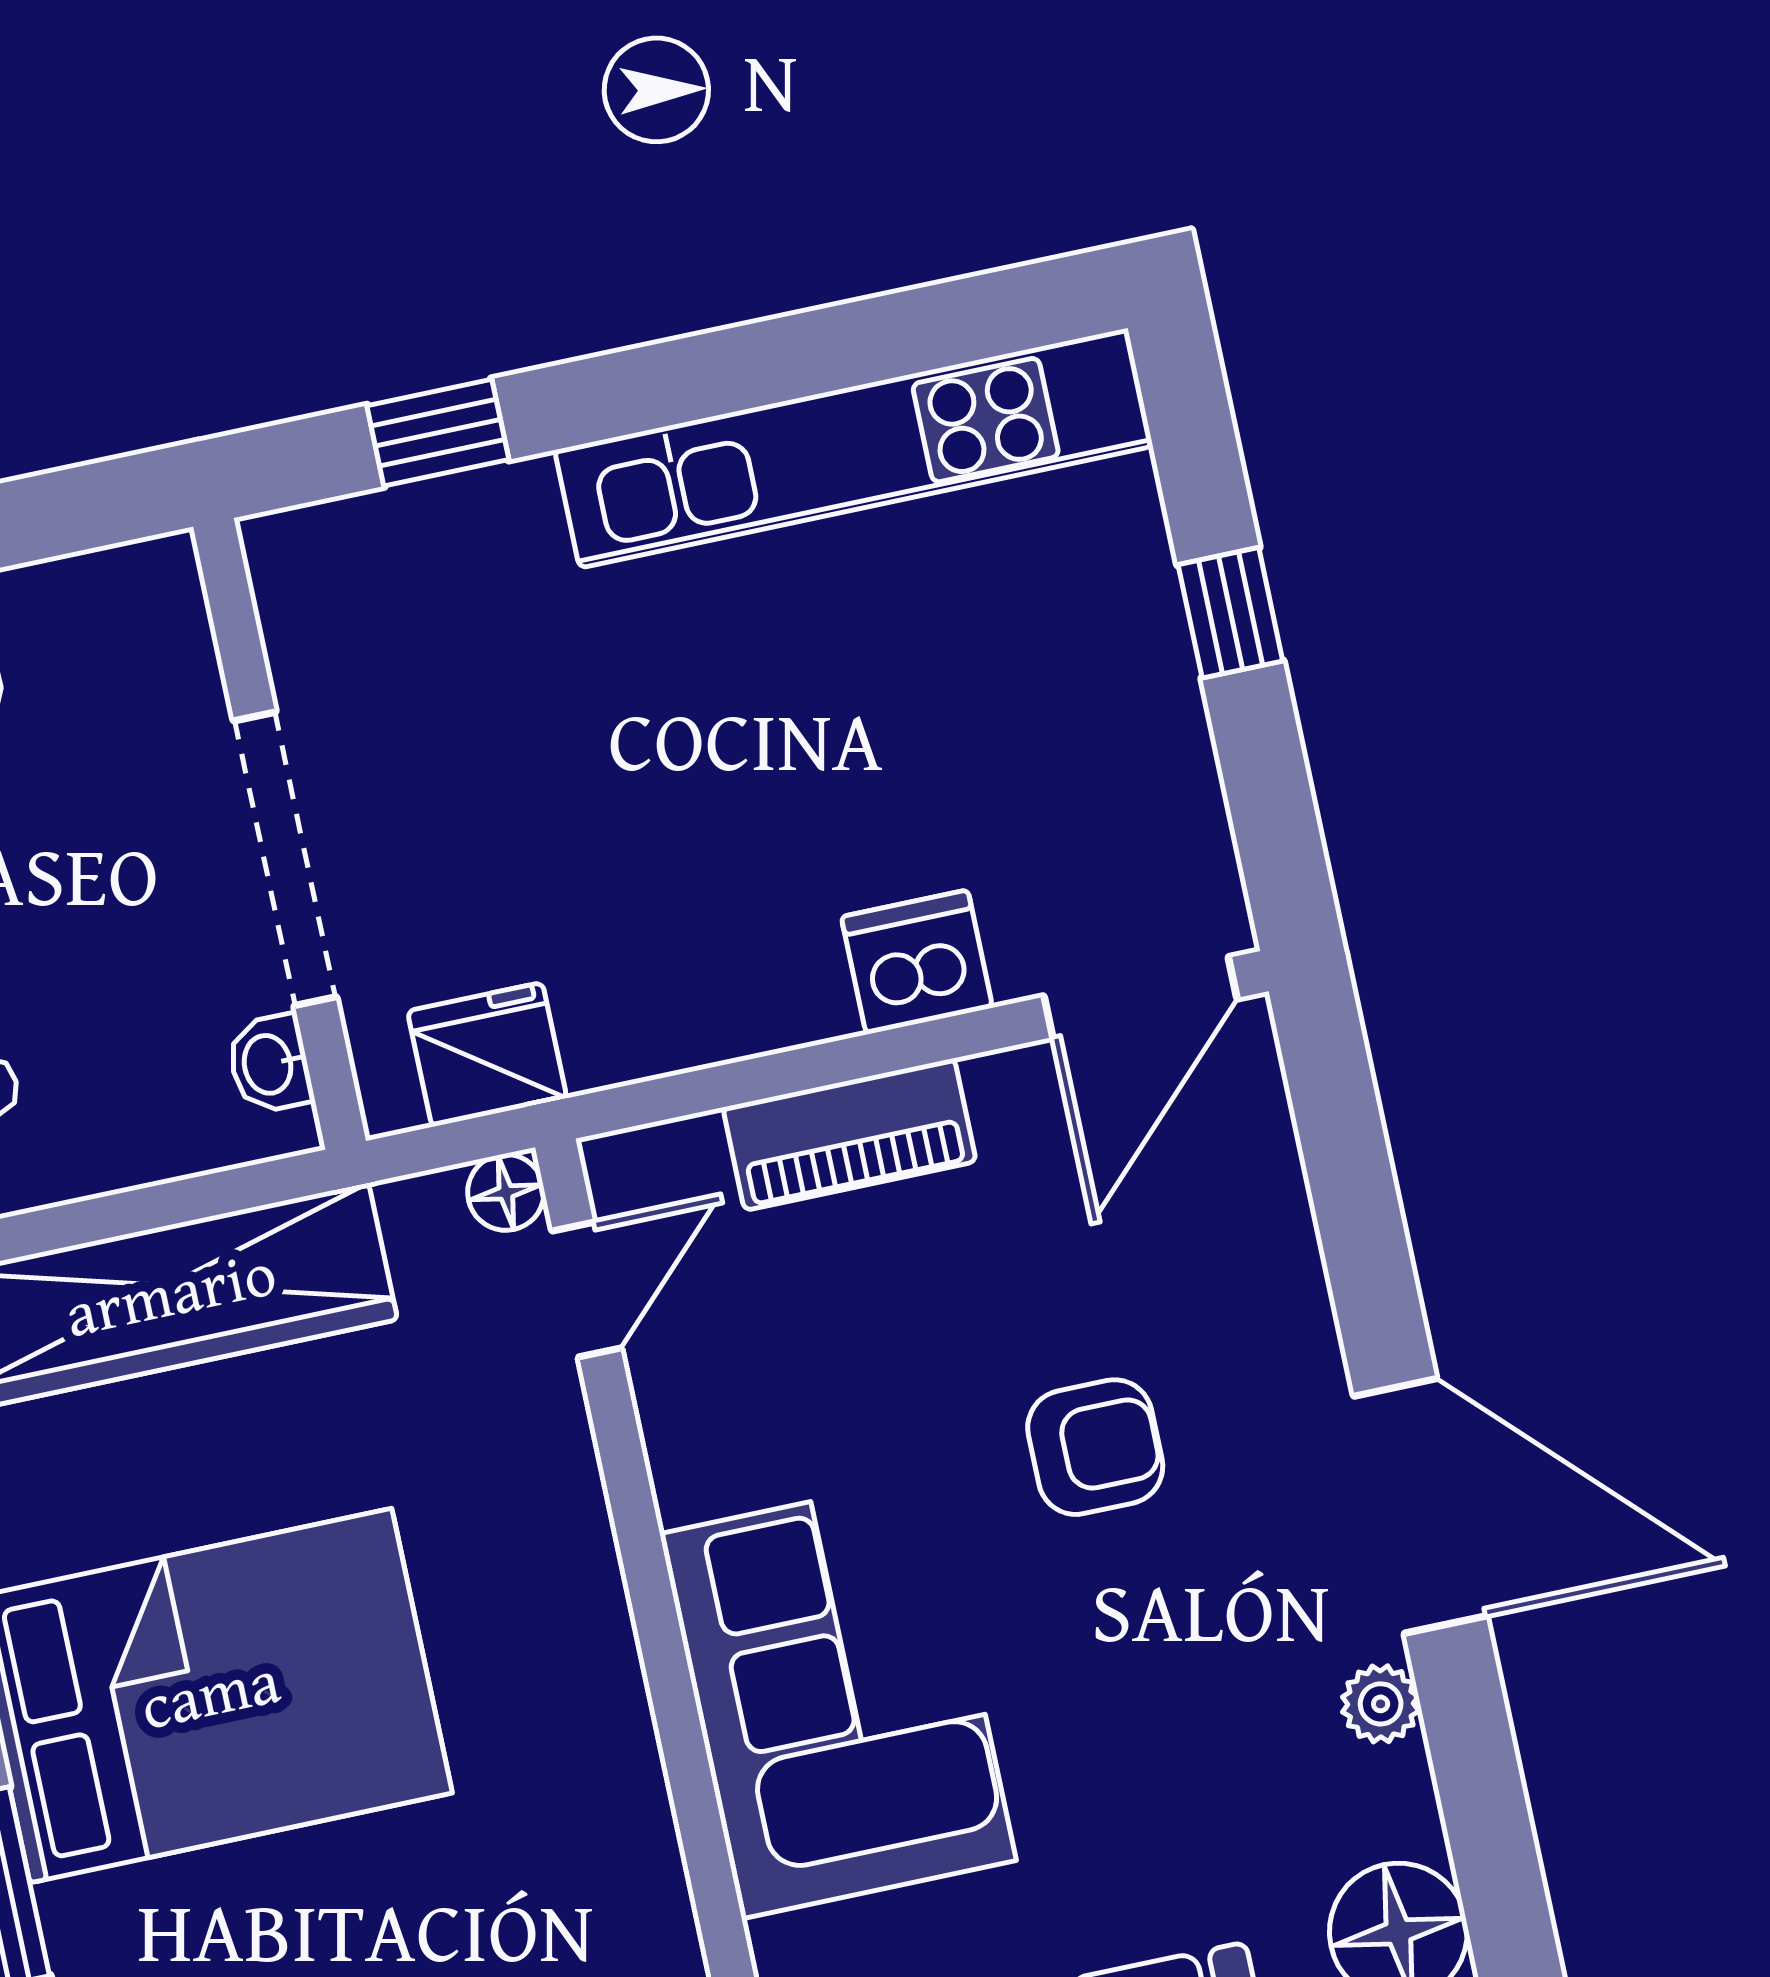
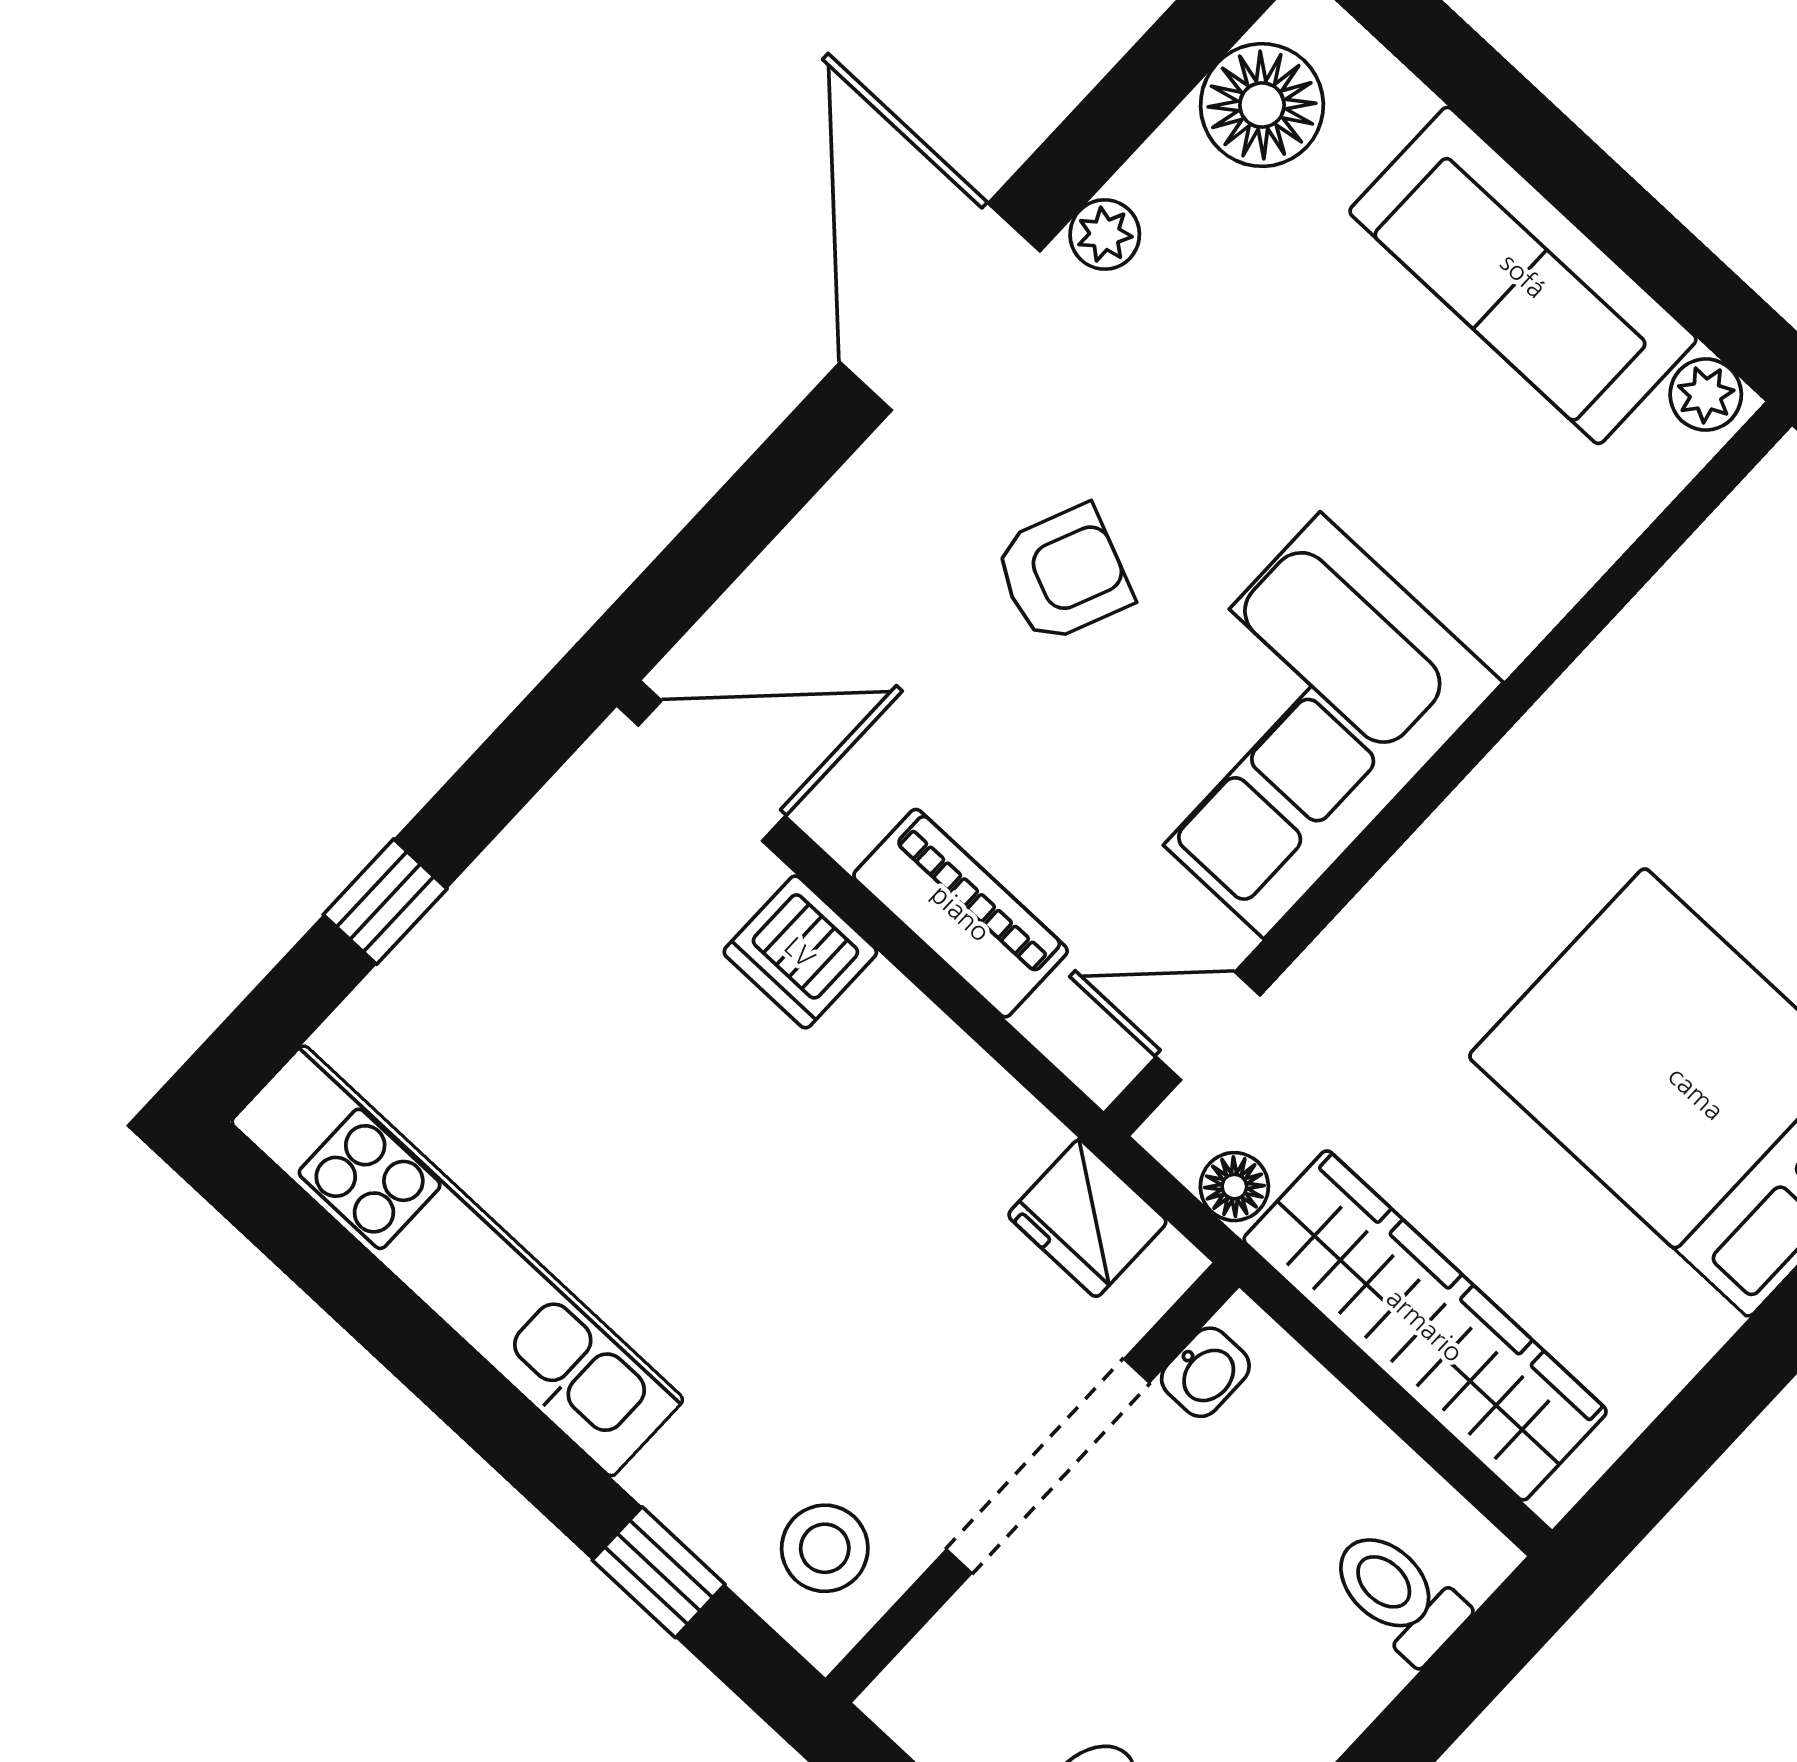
stool: (353, 601) -> (825, 1548), added
floor lamp: (506, 1192) -> (1234, 1187), moved
armchair: (1095, 1447) -> (1063, 574), turned 113
corner sofa: (838, 1697) -> (1292, 725), moved

